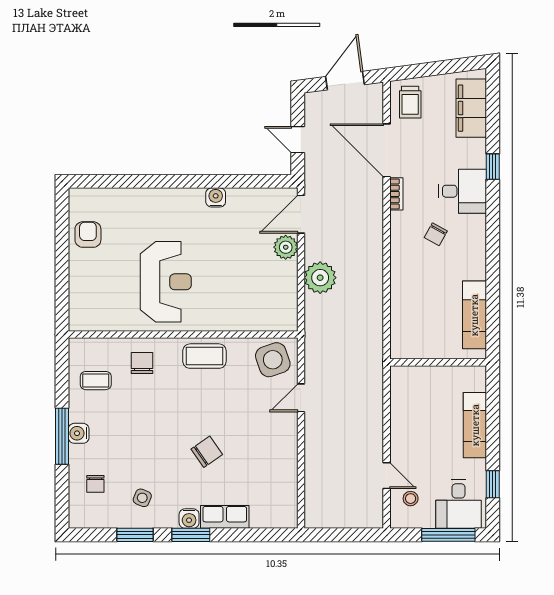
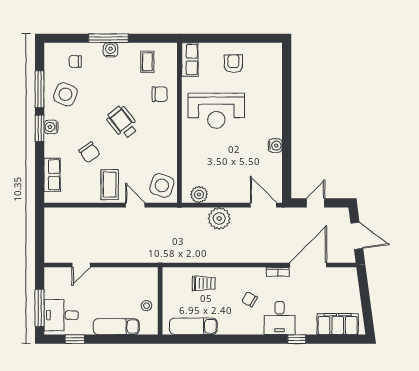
trolley: (410, 102) -> (204, 283), moved, turned 180
armchair: (88, 235) -> (233, 64), moved, turned -90
plant: (286, 247) -> (199, 194), moved
row of seats: (93, 320) -> (190, 60), added
coffee table: (204, 356) -> (110, 185), moved
side table: (273, 360) -> (162, 185), turned 37
wheelchair: (182, 416) -> (123, 122), added
chair: (207, 452) -> (89, 152), moved
side table: (142, 498) -> (65, 94), width x1.87, depth x1.87
stool: (411, 499) -> (146, 306), moved
row of seats: (225, 517) -> (52, 175), moved
window: (135, 535) -> (40, 89), width x1.44

